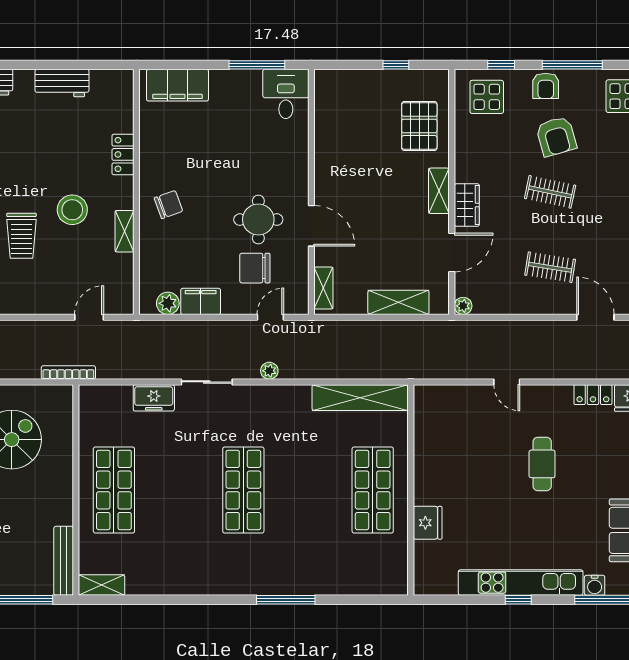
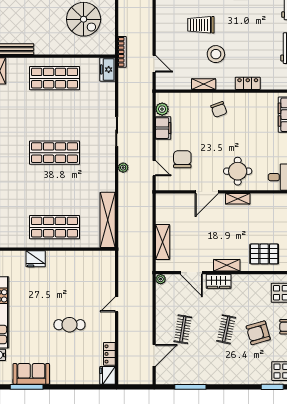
round table: (258, 220) -> (238, 171), moved
shelving: (323, 288) -> (238, 199), moved
freezer: (154, 398) -> (108, 69), moved

